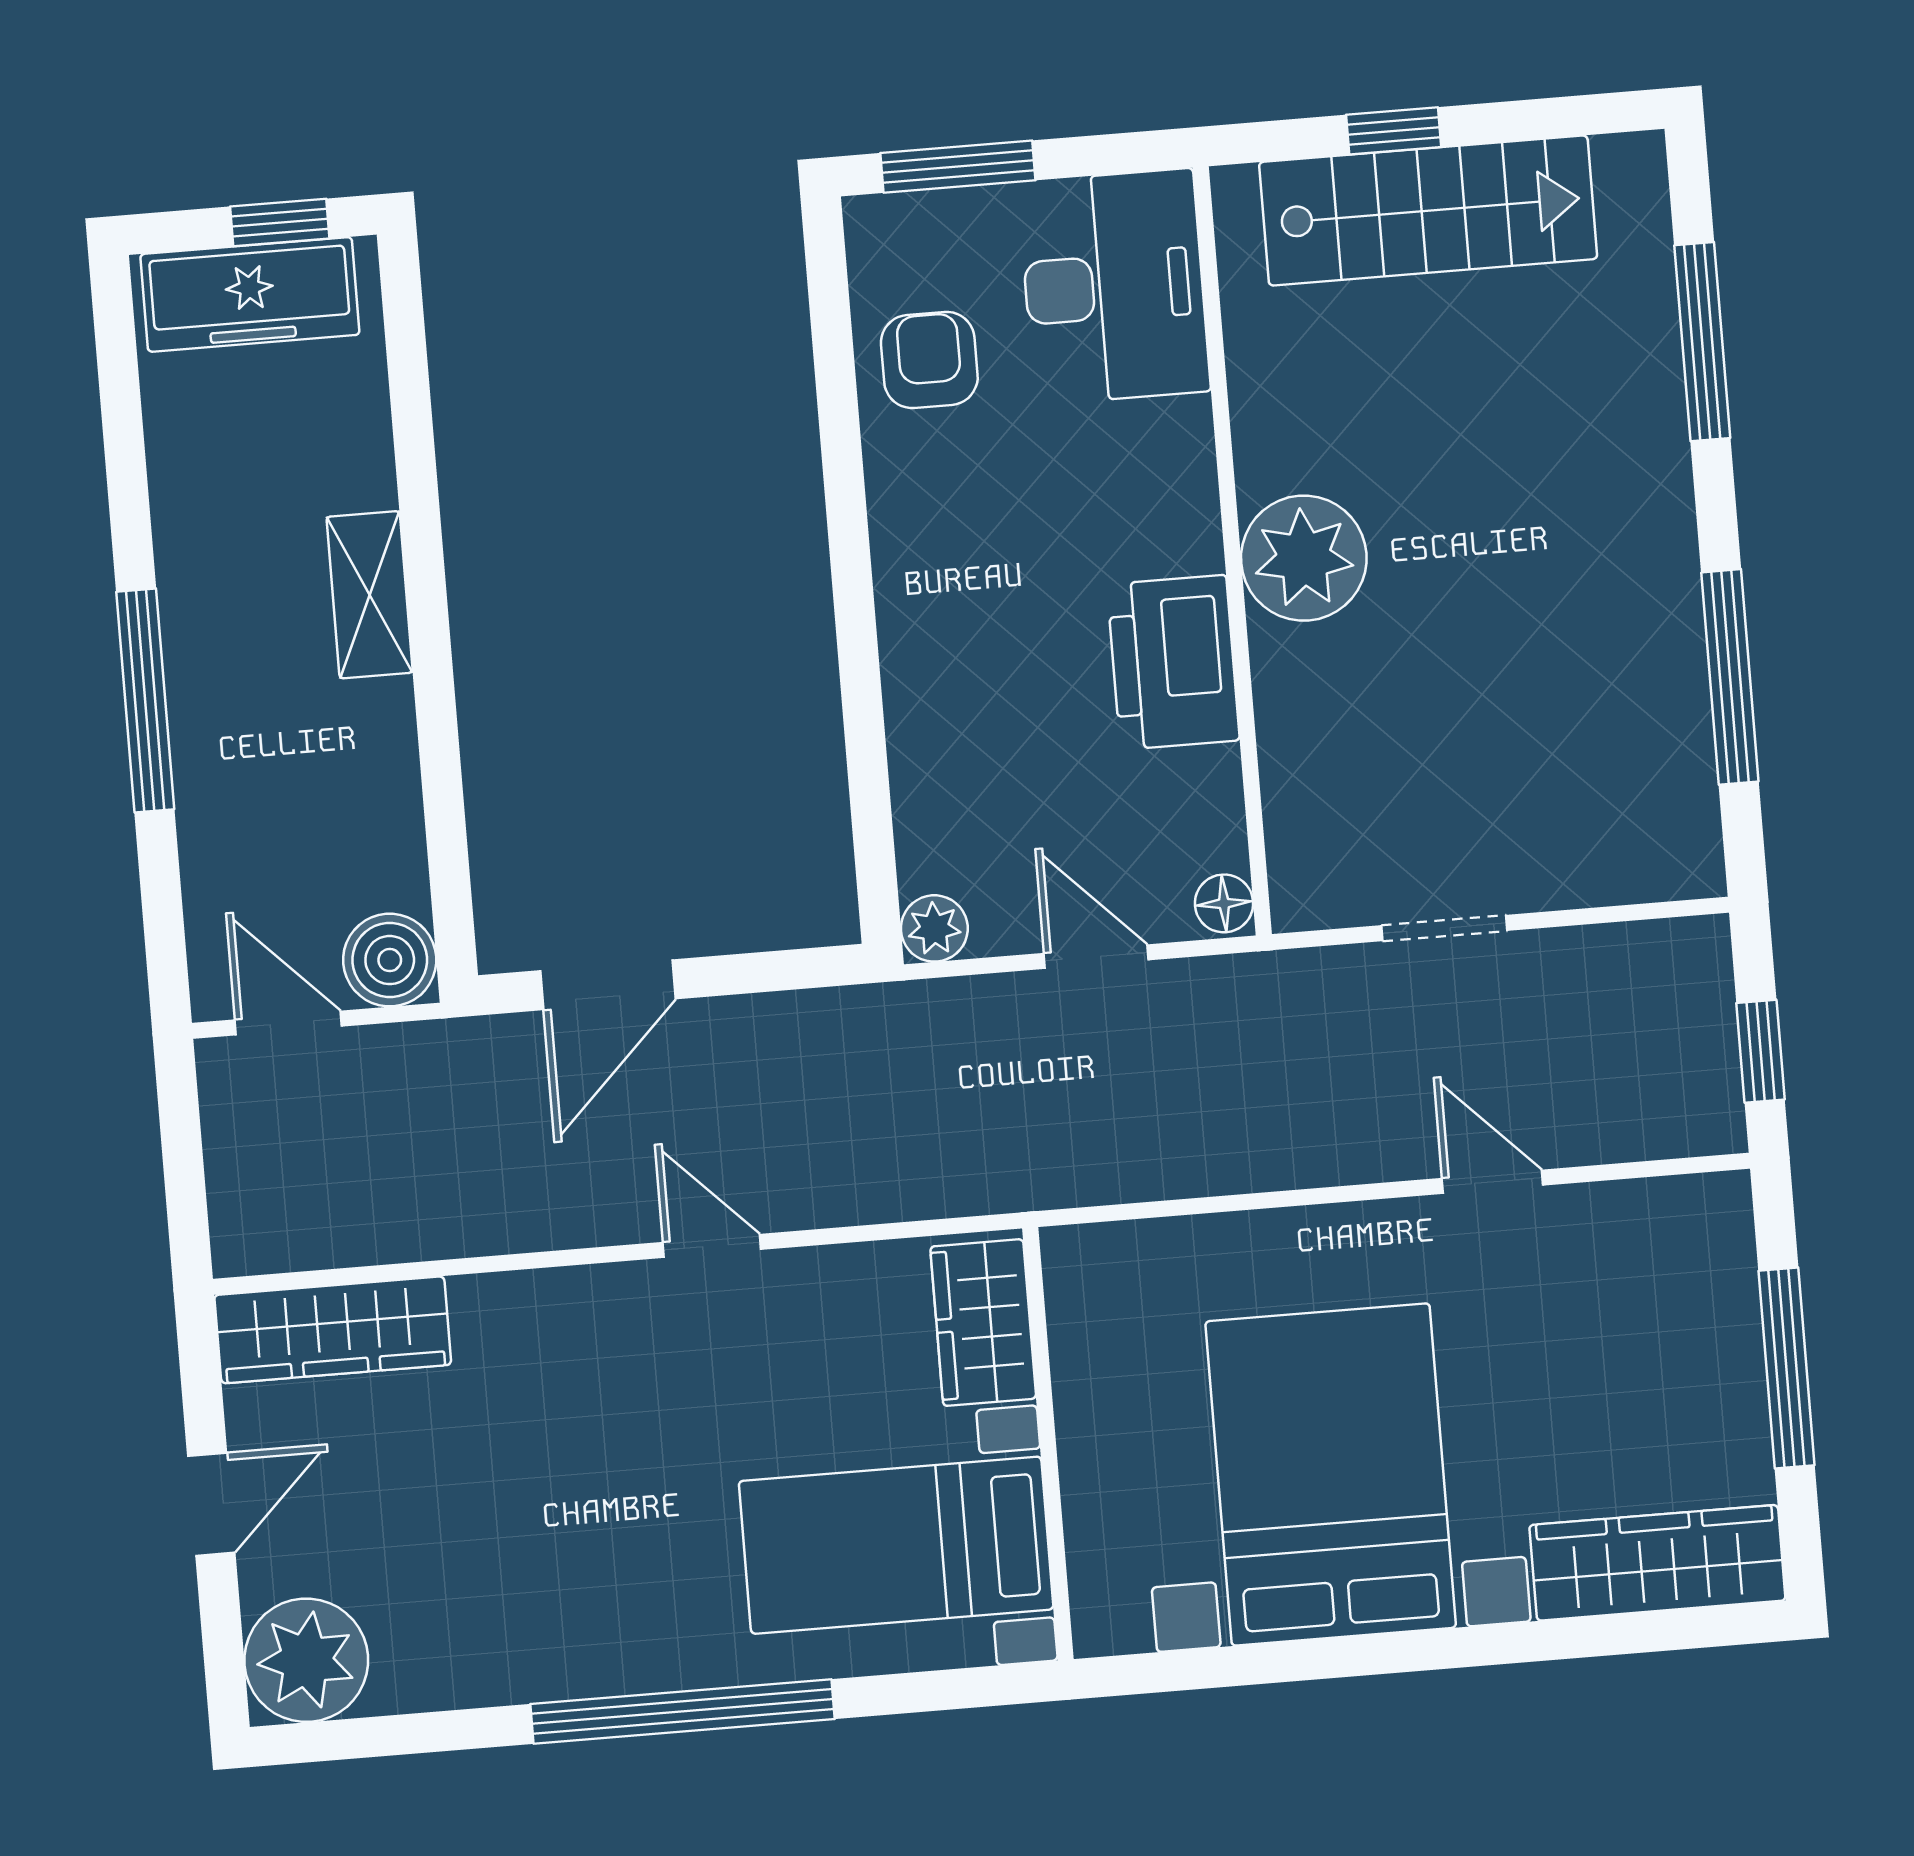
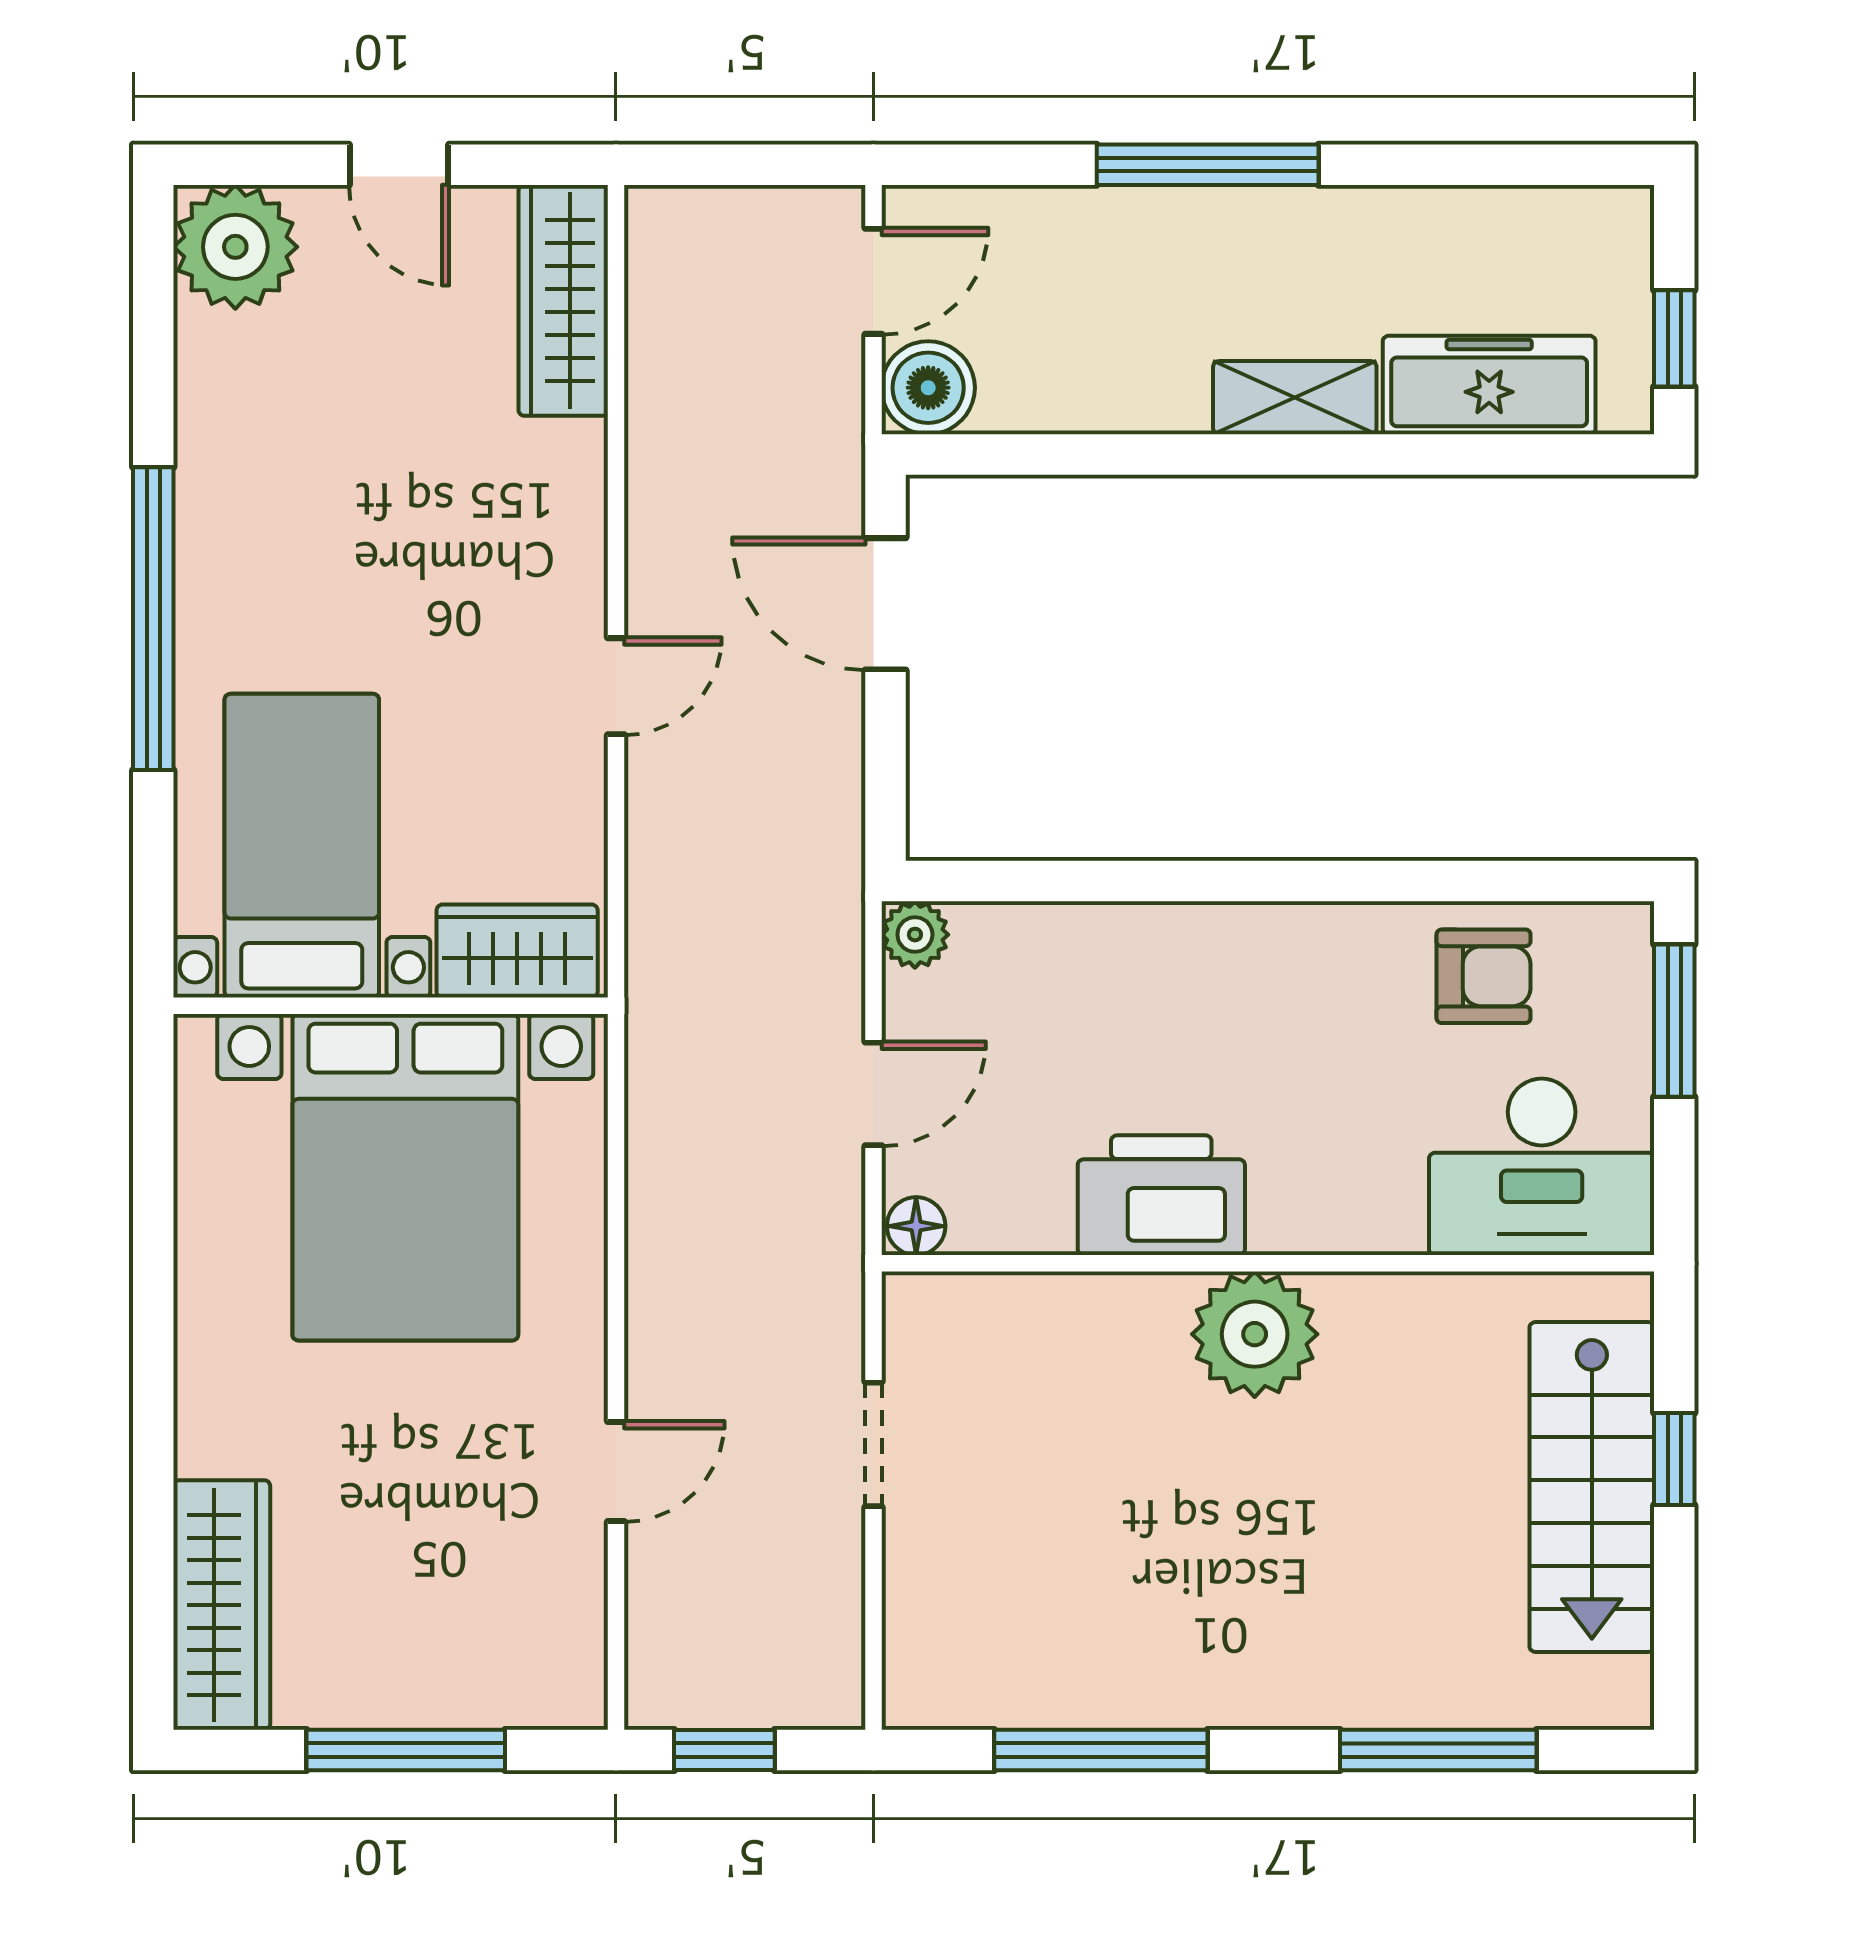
freezer: (250, 294) -> (1489, 385), moved, turned 90
bed with nightstands: (1331, 1474) -> (405, 1177), moved, turned 90

